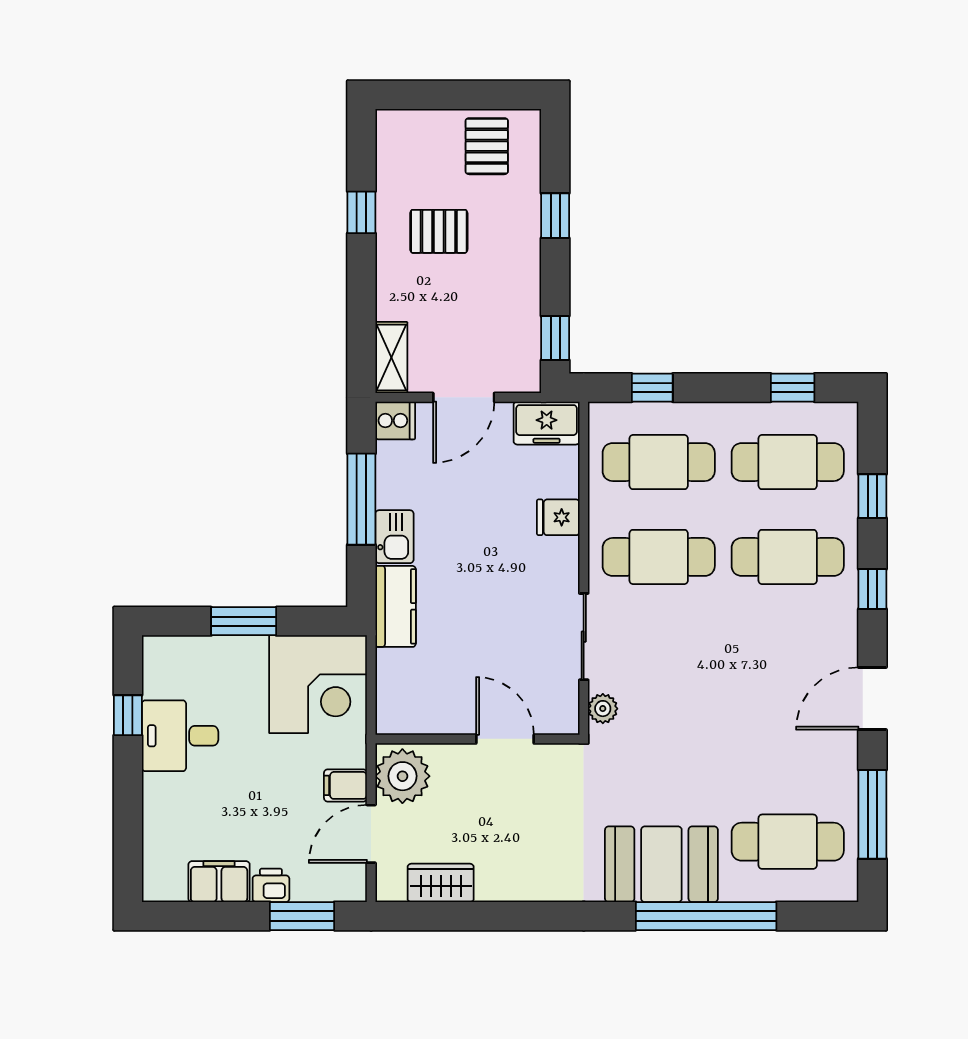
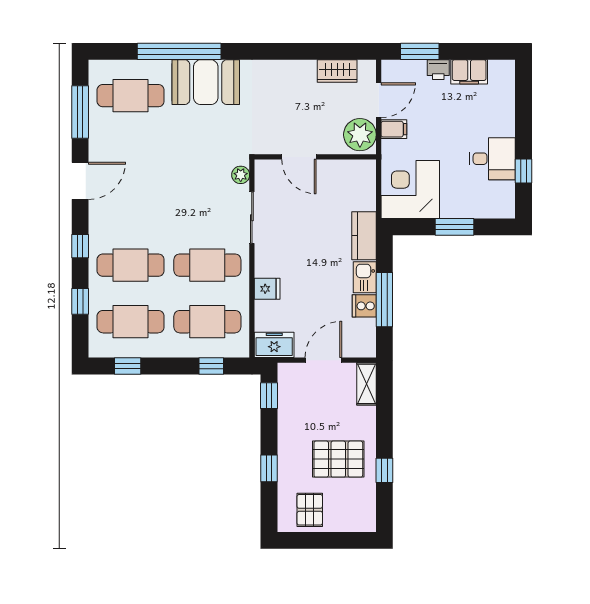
pallet: (439, 231) -> (338, 459), width x1.50, depth x1.42
cooker: (395, 421) -> (364, 306), moved

